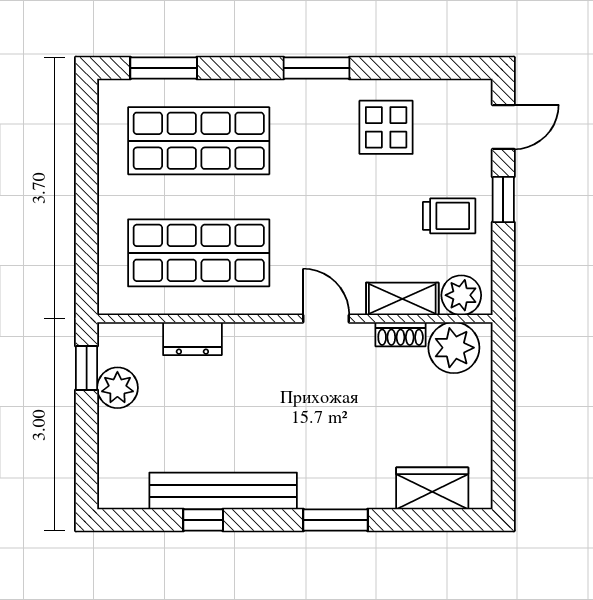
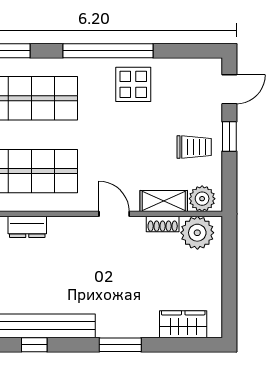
window: (316, 68) -> (108, 51), width x2.11
display table: (386, 127) -> (133, 84), moved

